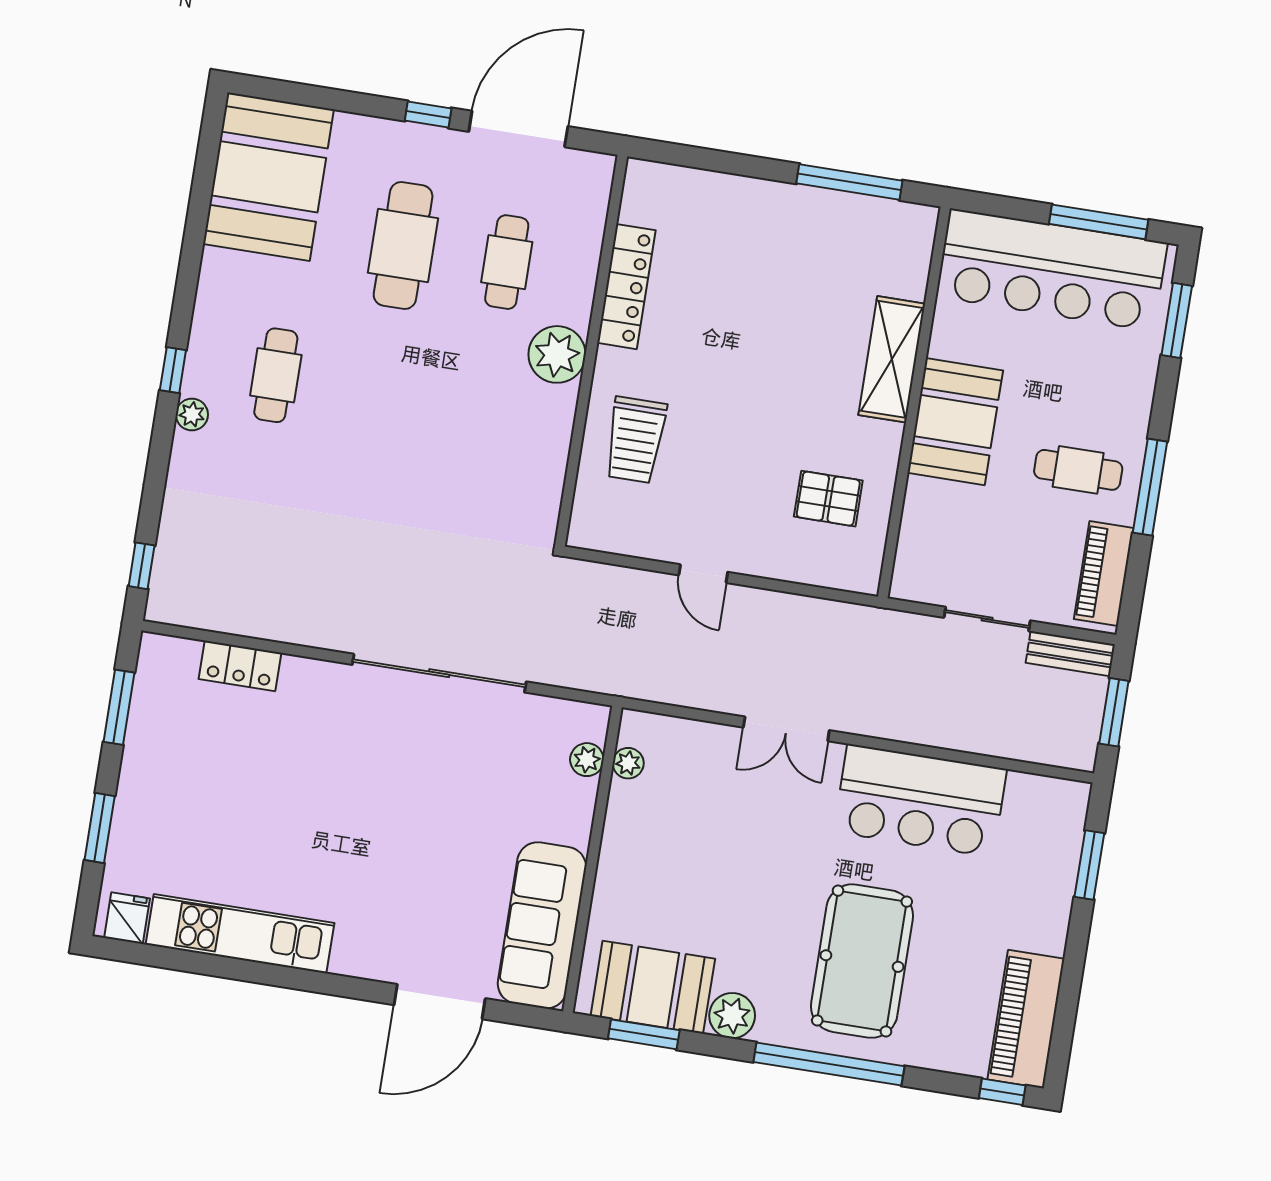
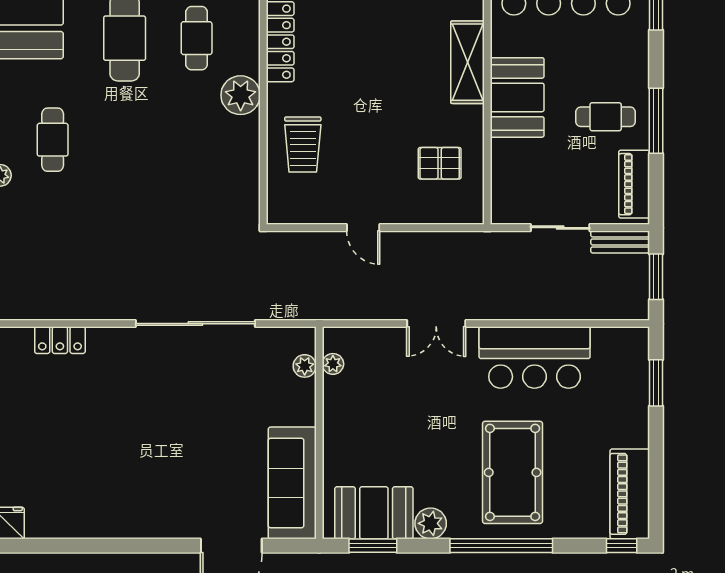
kitchen unit: (240, 934) -> (89, 521), removed

